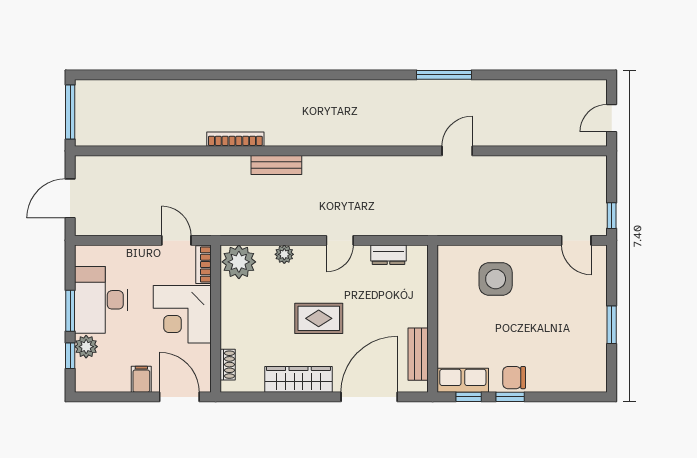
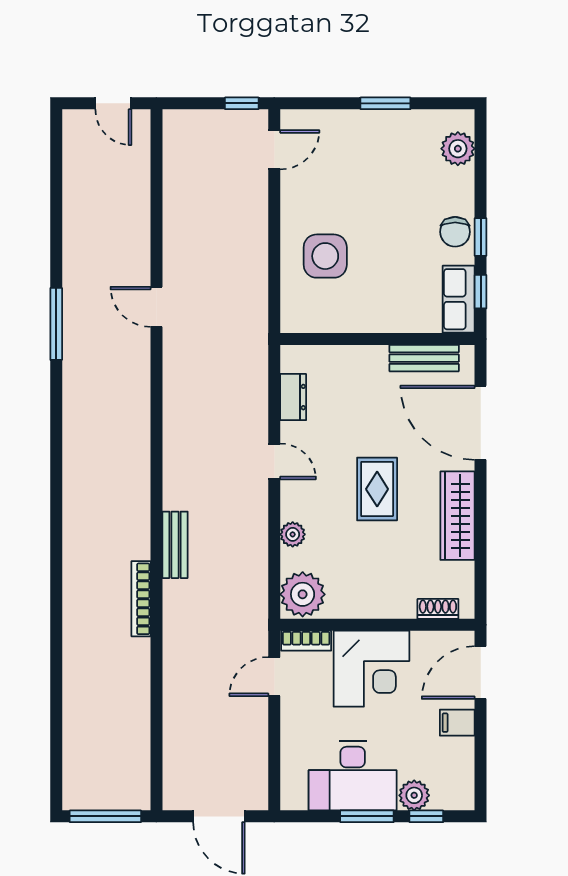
plant: (577, 380) -> (458, 149), added

